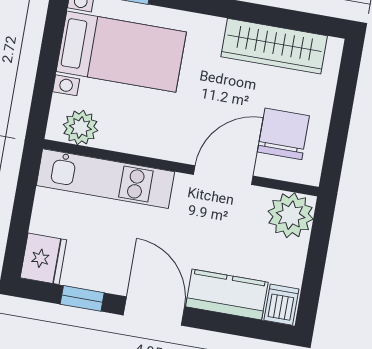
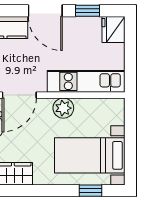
plant: (80, 127) -> (63, 108), moved

